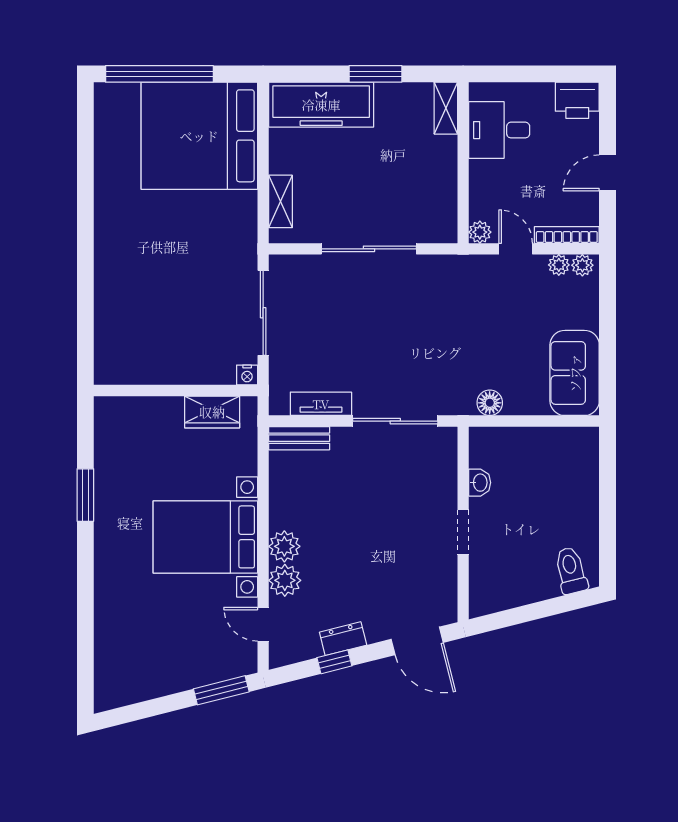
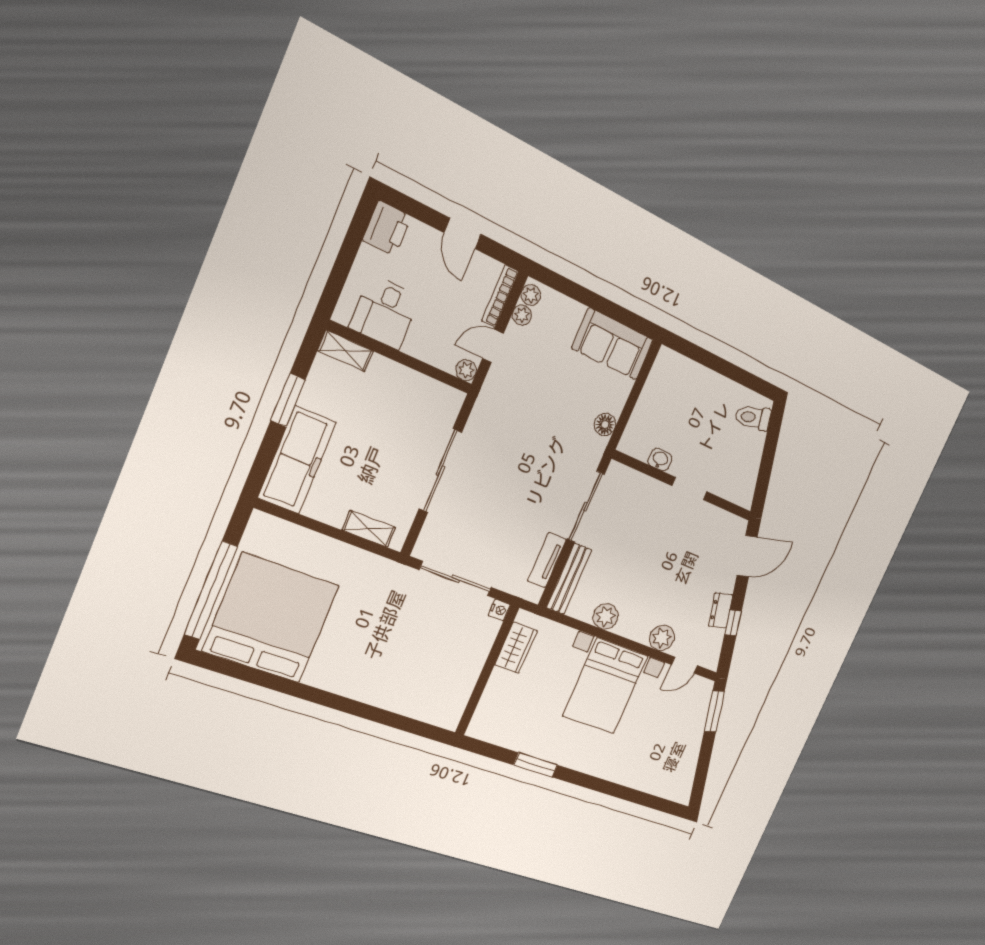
bed: (199, 136) -> (271, 618), moved, turned 180
bench: (299, 438) -> (569, 579), width x1.36
plant: (284, 546) -> (606, 616), moved

